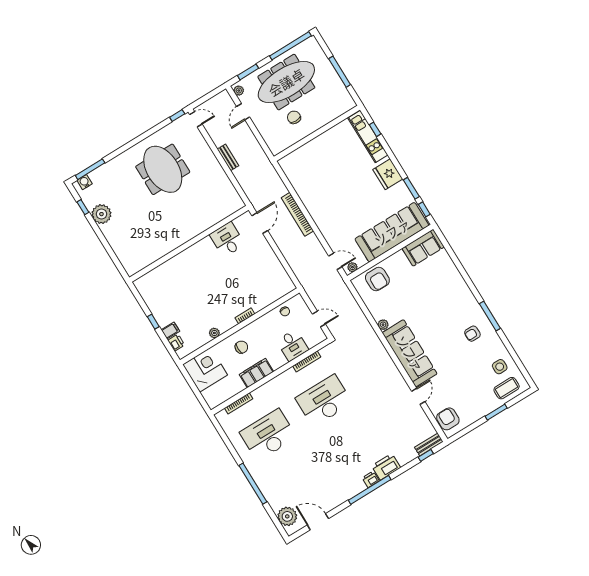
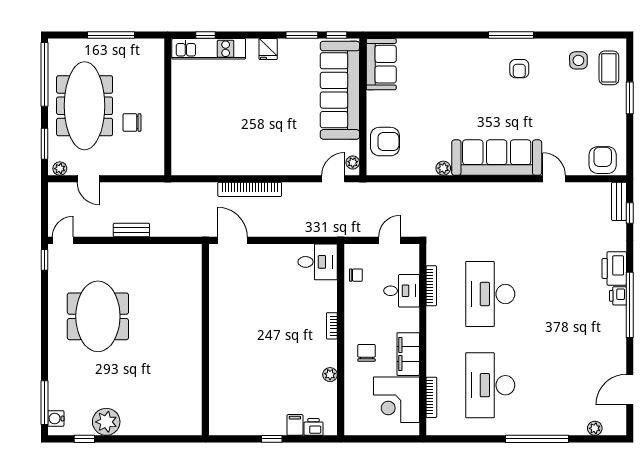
meeting table: (163, 169) -> (98, 316), turned 90
fridge: (388, 174) -> (268, 49), width x0.53, depth x0.75
desk: (227, 239) -> (318, 262), moved, turned 180
corner desk: (205, 370) -> (396, 400), moved, turned -90
armchair: (448, 419) -> (603, 160), turned 90
plant: (287, 516) -> (595, 428), width x0.53, depth x0.53

